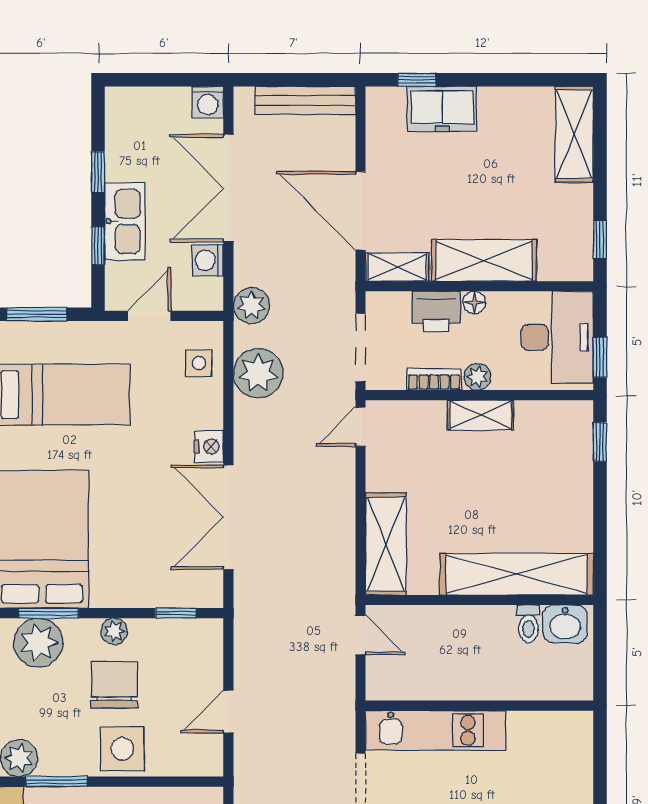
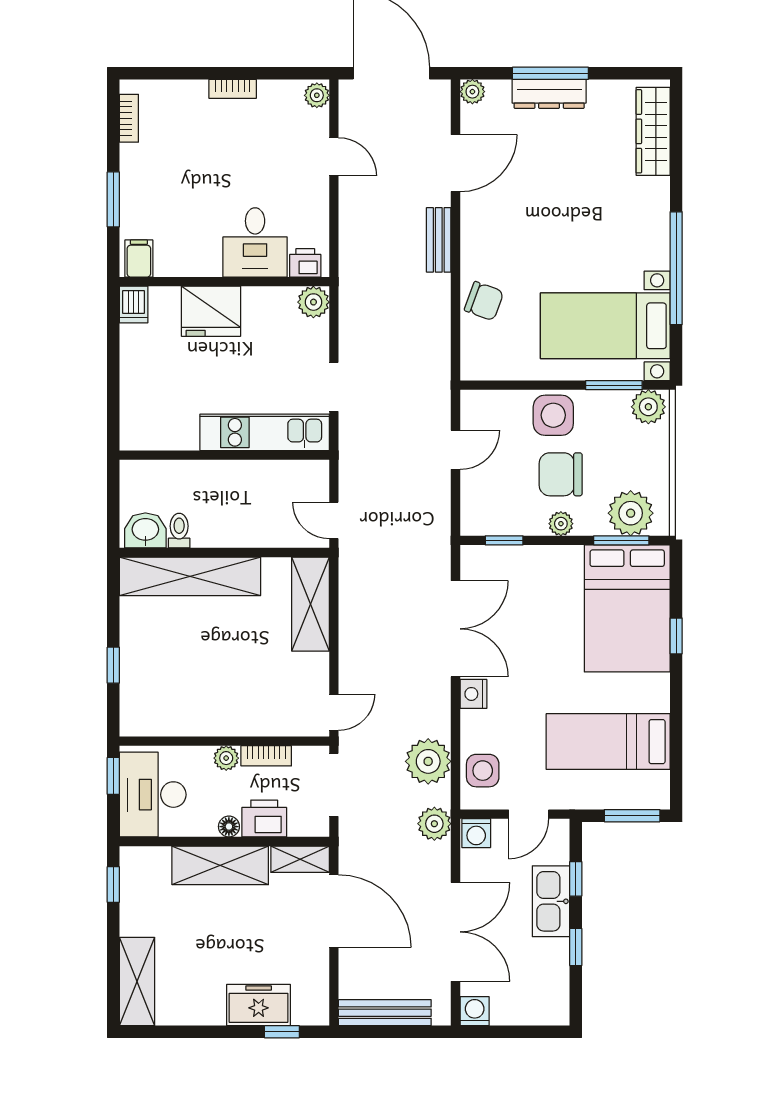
washing machine: (208, 260) -> (476, 833), moved, turned 90
side table: (199, 363) -> (483, 771), width x1.37, depth x1.37
shelving: (481, 415) -> (223, 723), removed
window: (600, 442) -> (113, 665), moved
chair: (114, 685) -> (561, 474), turned 90

